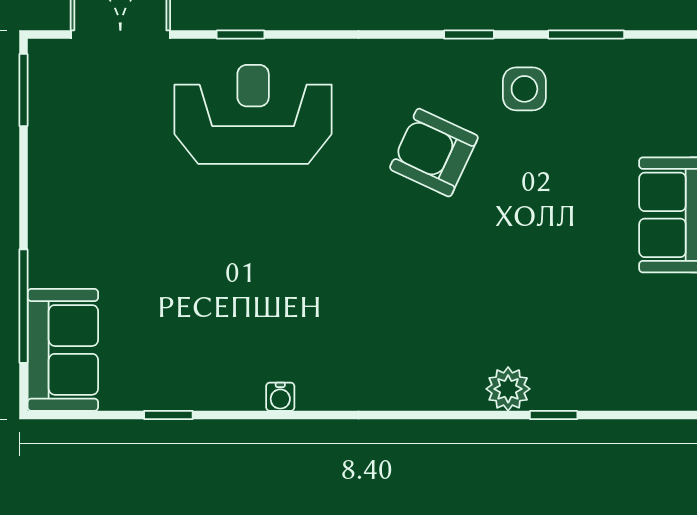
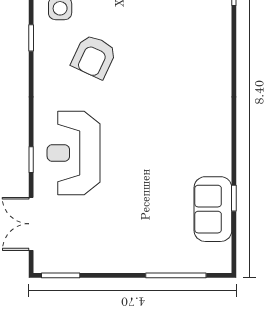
sofa: (63, 350) -> (213, 209), moved, turned -90
plant: (508, 389) -> (220, 17), removed
water cooler: (280, 397) -> (224, 139), removed

